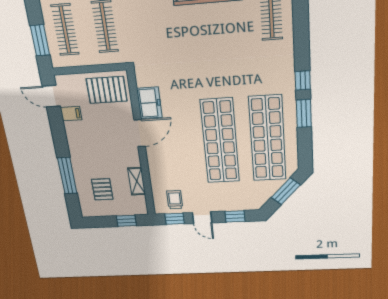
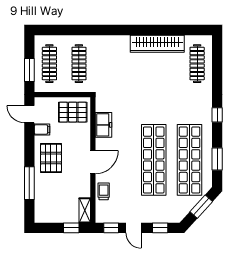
window: (304, 113) -> (217, 159), moved
door: (140, 133) -> (93, 162), moved
shelving: (137, 181) -> (85, 210), moved
pallet: (102, 189) -> (51, 158), moved, width x1.50, depth x1.42
trolley: (175, 200) -> (104, 191), moved

